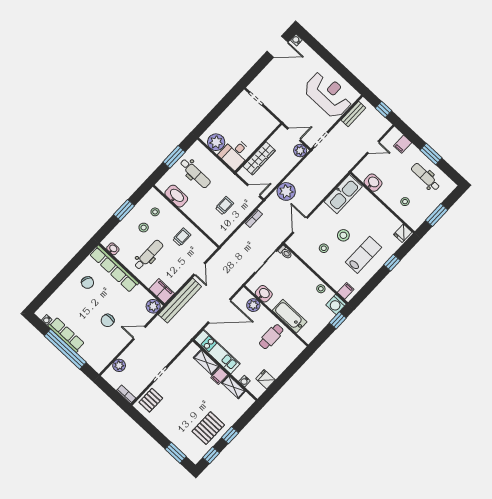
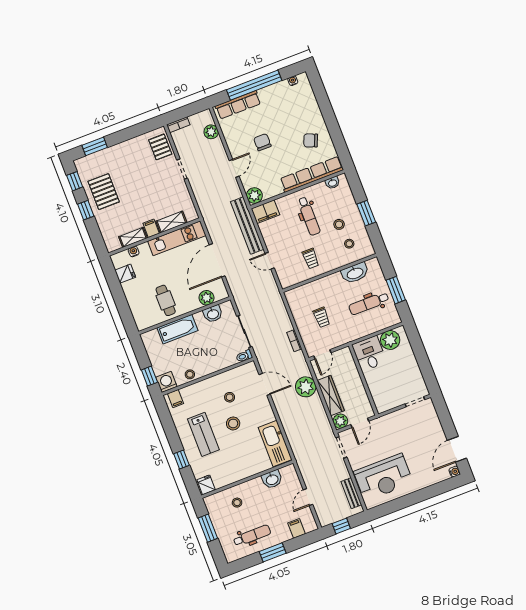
wardrobe: (259, 158) -> (331, 396), moved, turned 180
row of seats: (66, 335) -> (238, 105), moved

